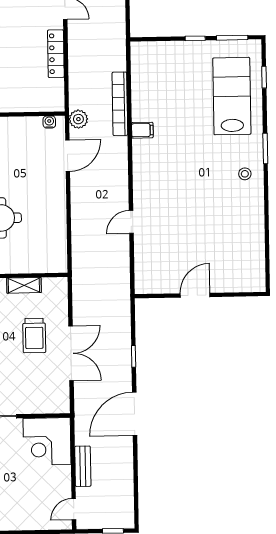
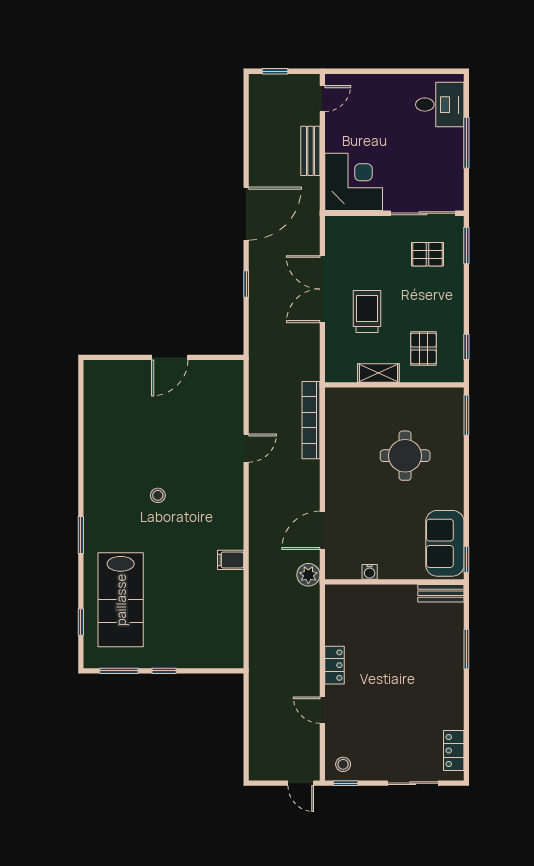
locker: (56, 54) -> (335, 665), width x0.66
bookcase: (120, 104) -> (311, 420), moved, turned 180
water cooler: (49, 122) -> (370, 572), moved
stool: (245, 174) -> (158, 495), moved

